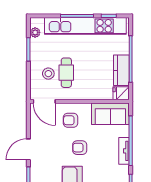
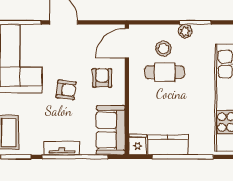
plant: (35, 32) -> (185, 31), moved
armchair: (80, 148) -> (66, 90), turned 97

